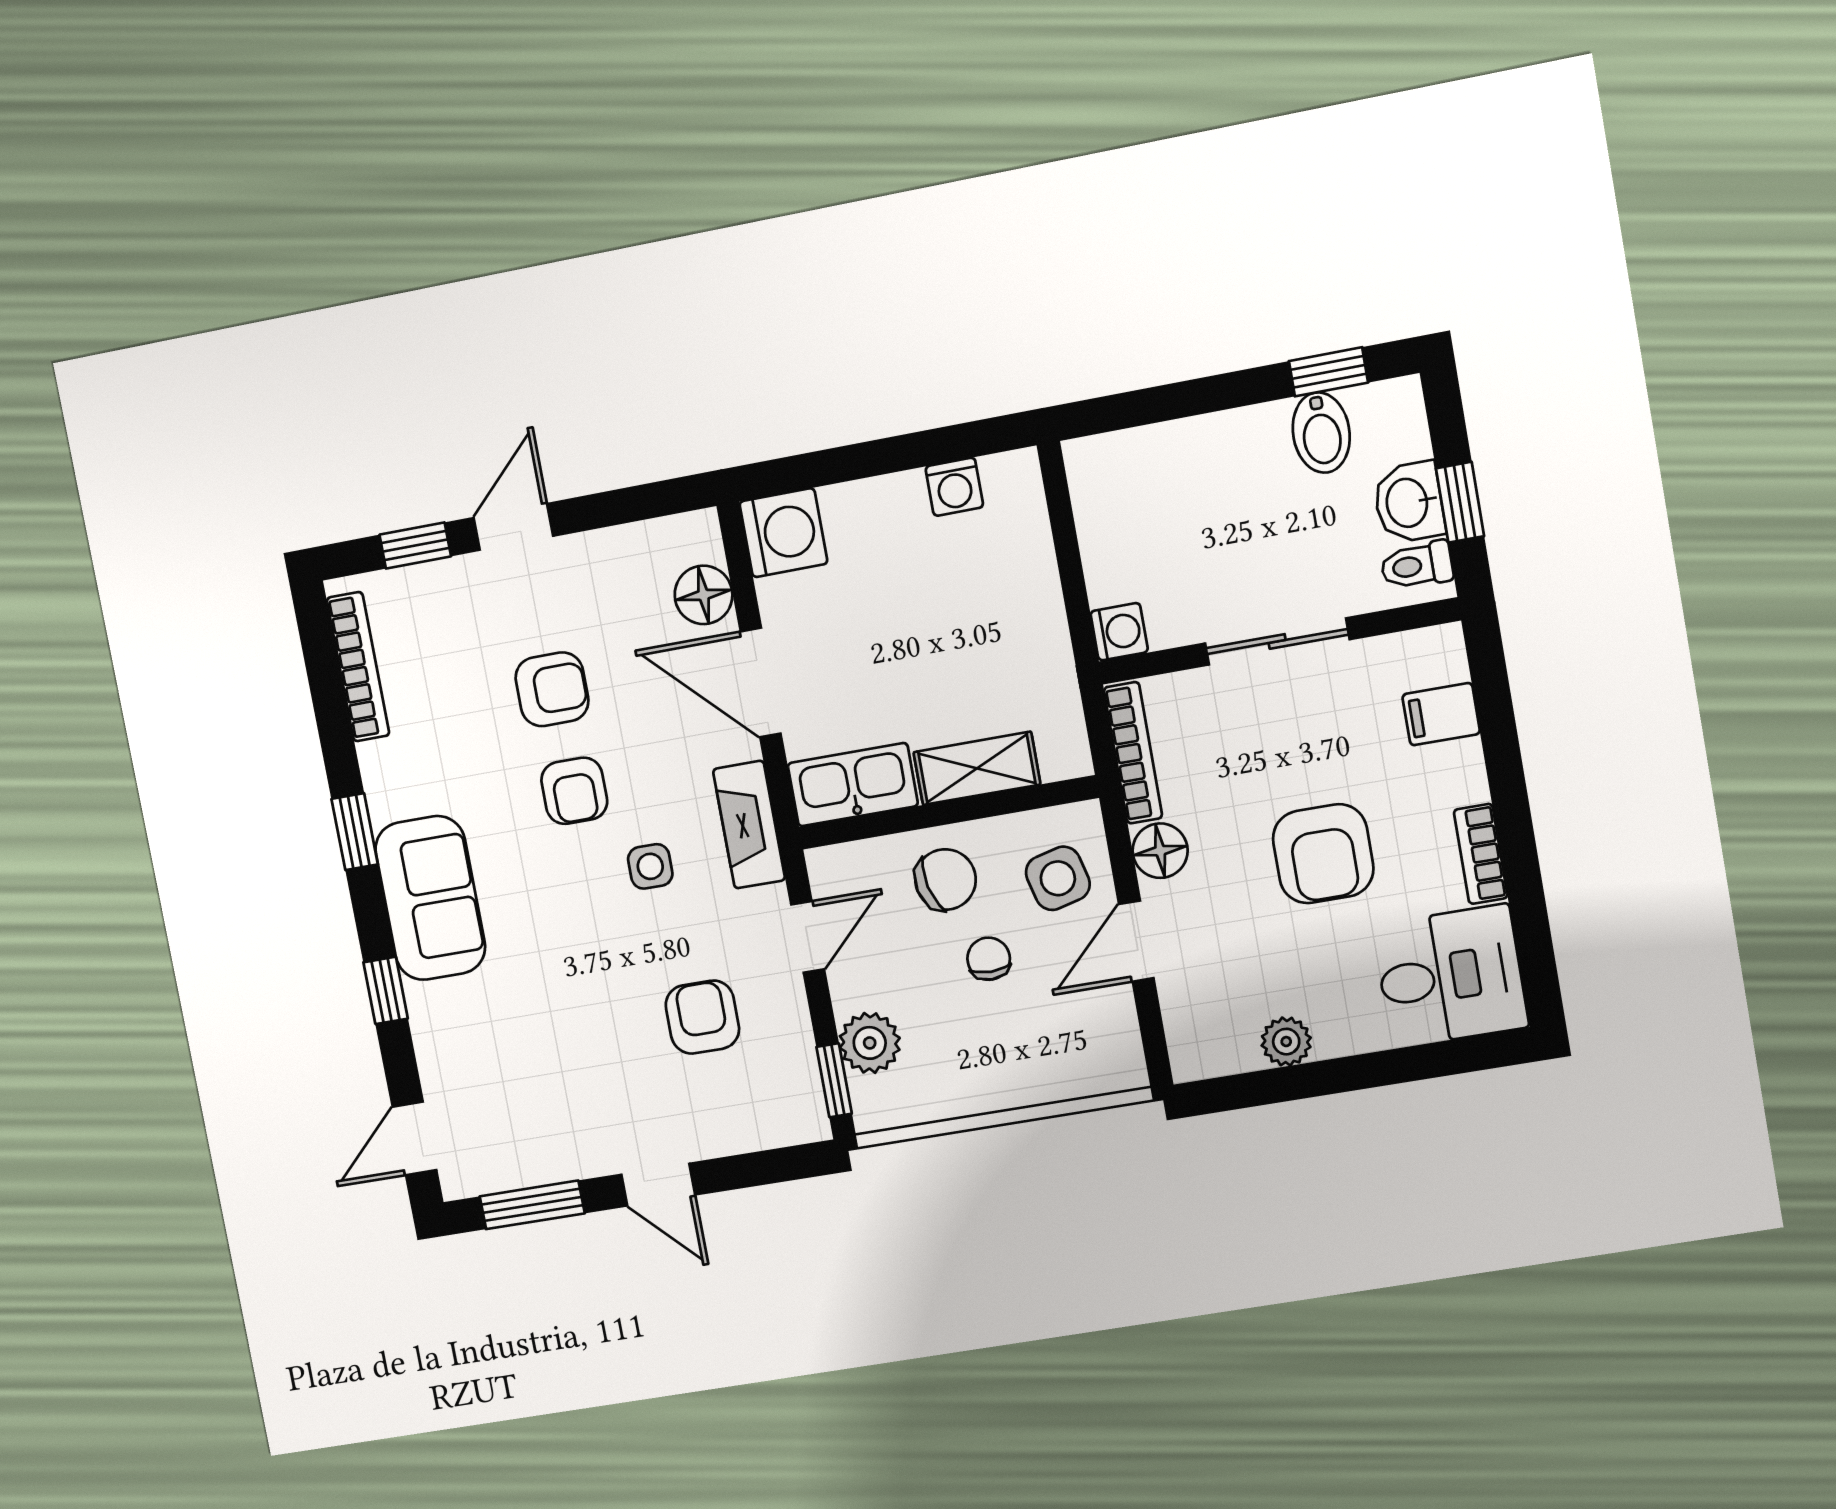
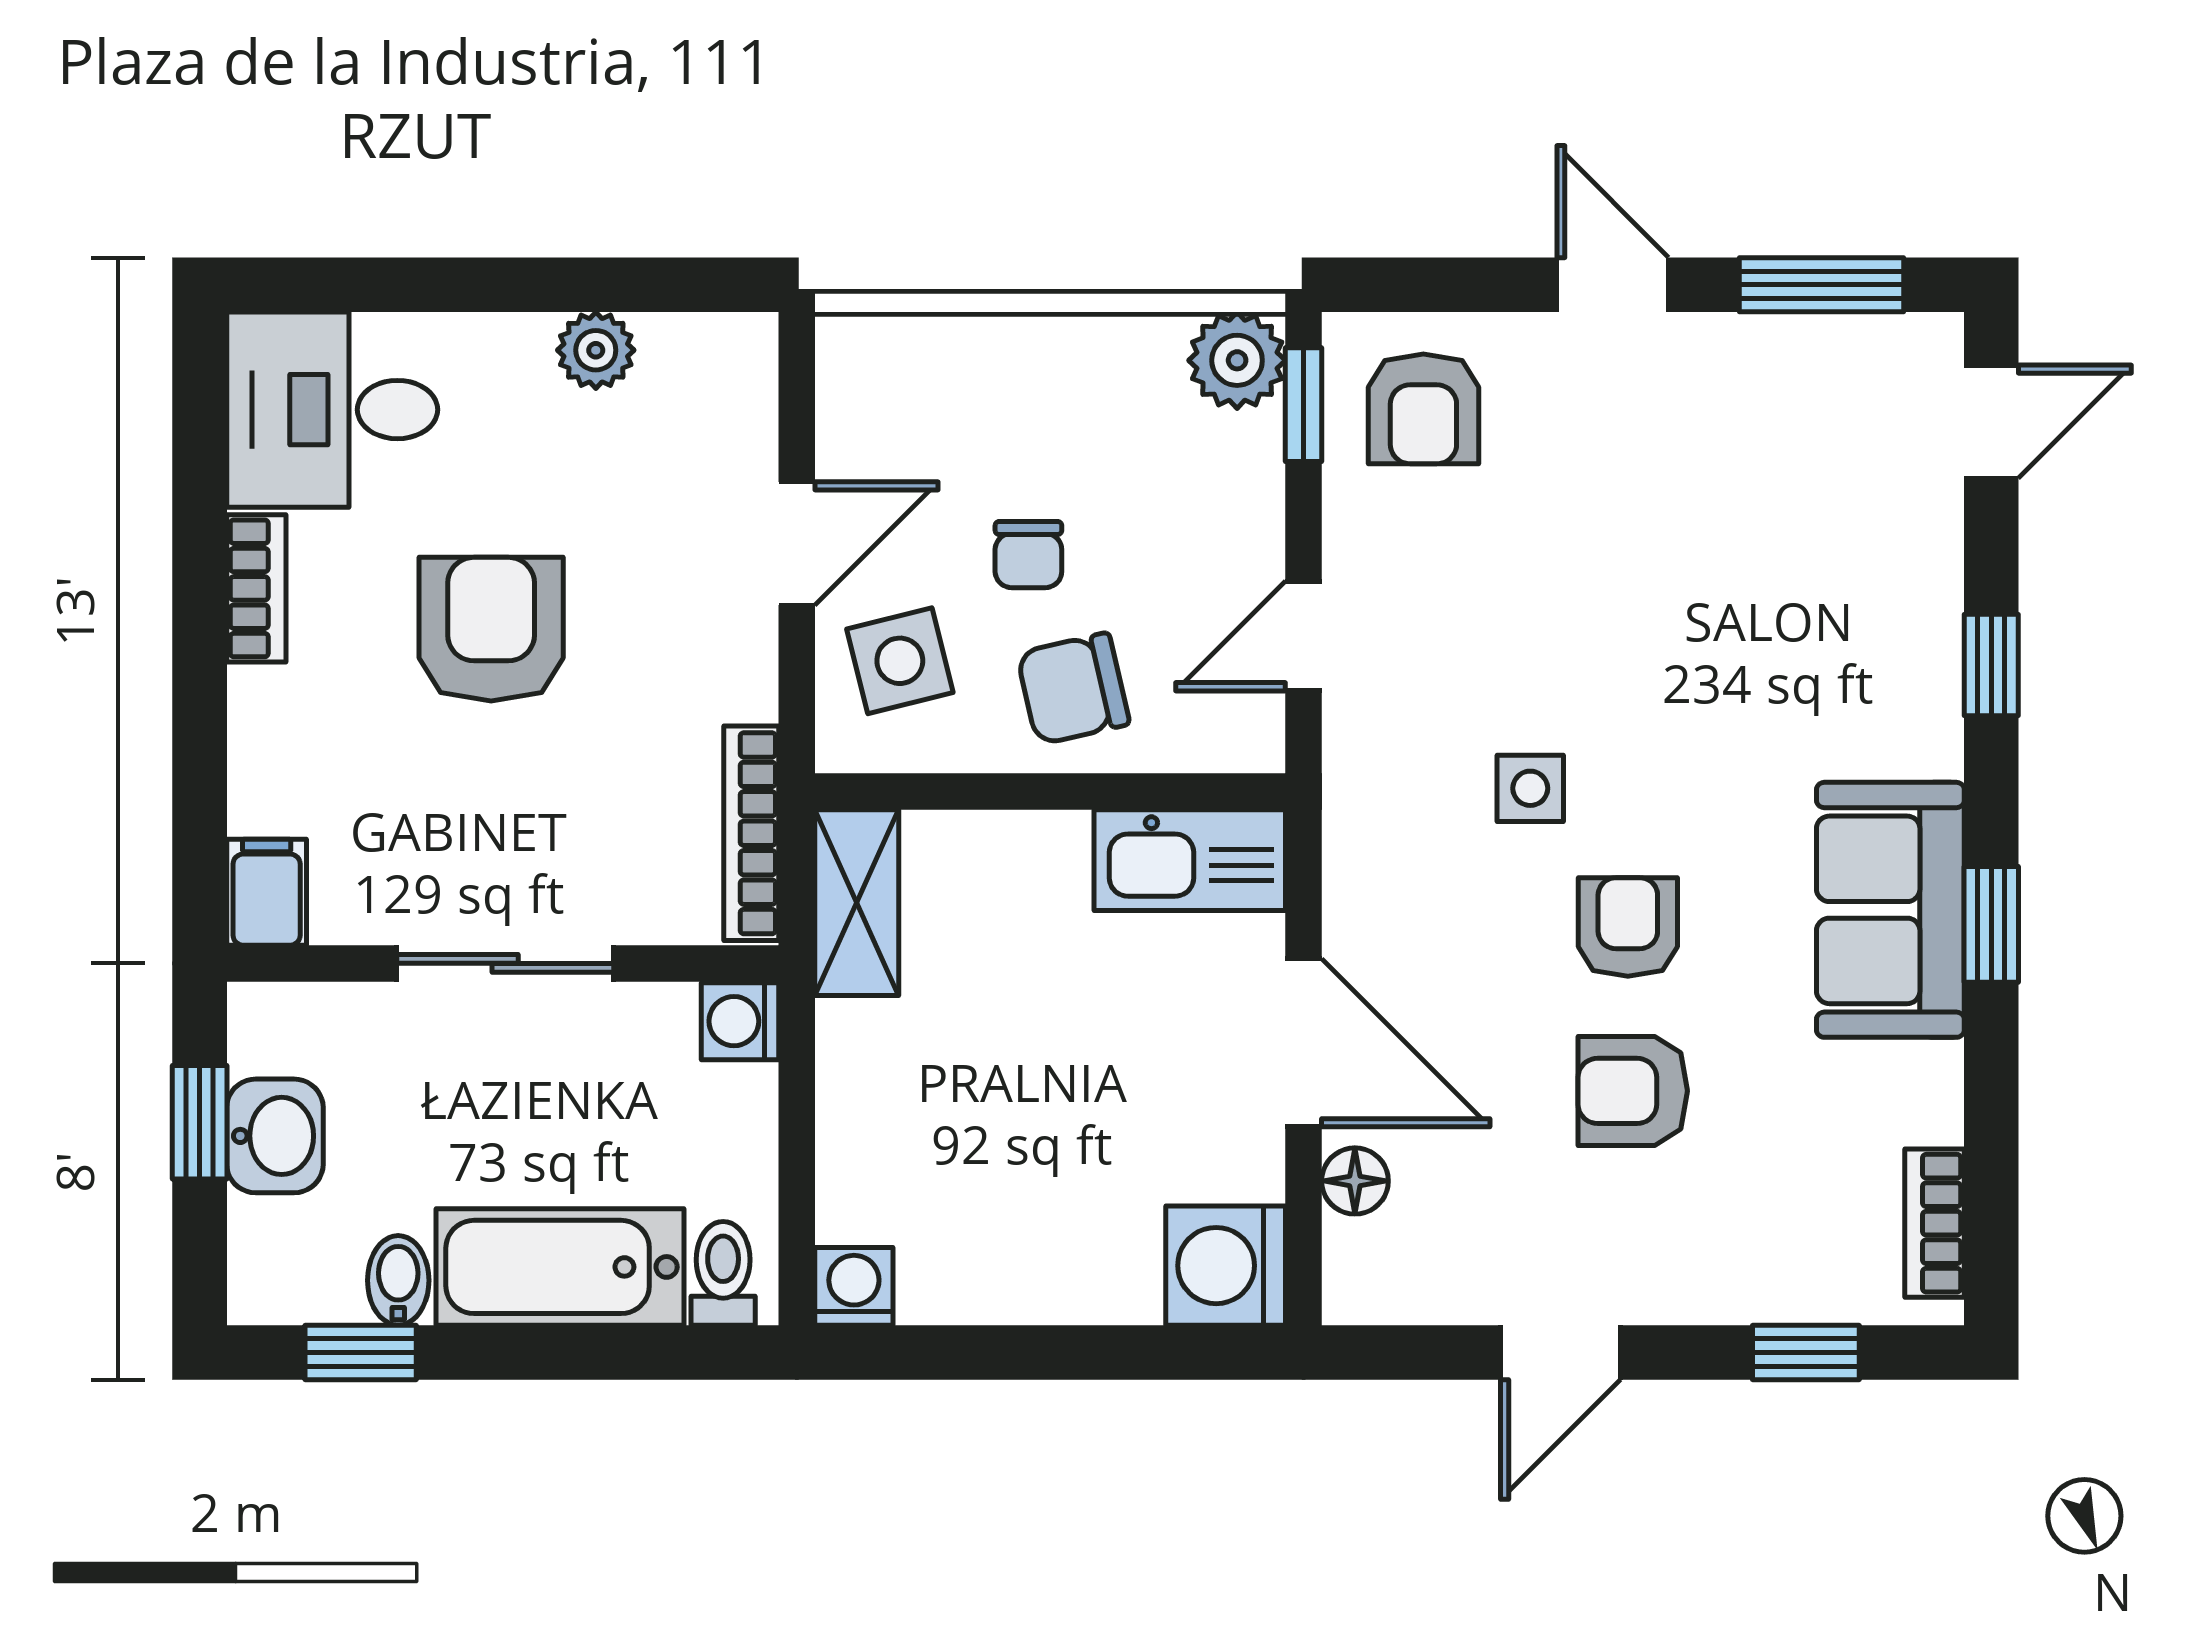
bidet: (1321, 433) -> (398, 1280), width x0.72, depth x0.74
bathtub: (1208, 452) -> (560, 1267), added
washing machine: (954, 487) -> (854, 1286), moved
door: (513, 527) -> (1560, 1353), moved
toilet: (1417, 565) -> (723, 1273), moved, turned -90
floor lamp: (704, 595) -> (1355, 1181), width x0.73, depth x0.73
bookcase: (358, 667) -> (1934, 1223), width x0.64
filing cabinet: (1441, 714) -> (267, 892), moved, turned -90
shelving: (977, 768) -> (857, 903), moved, turned 90
fireplace: (749, 825) -> (1363, 826), removed
floor lamp: (1160, 851) -> (736, 676), removed
sofa: (430, 898) -> (1890, 910), moved
armchair: (702, 1017) -> (1423, 409), moved
plant: (870, 1043) -> (1237, 360), moved

